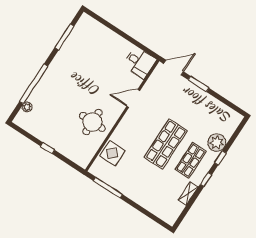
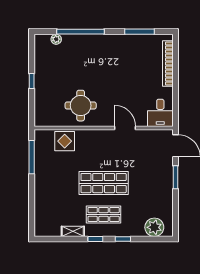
bookcase: (104, 31) -> (168, 63), added
plant: (217, 143) -> (154, 227), moved

